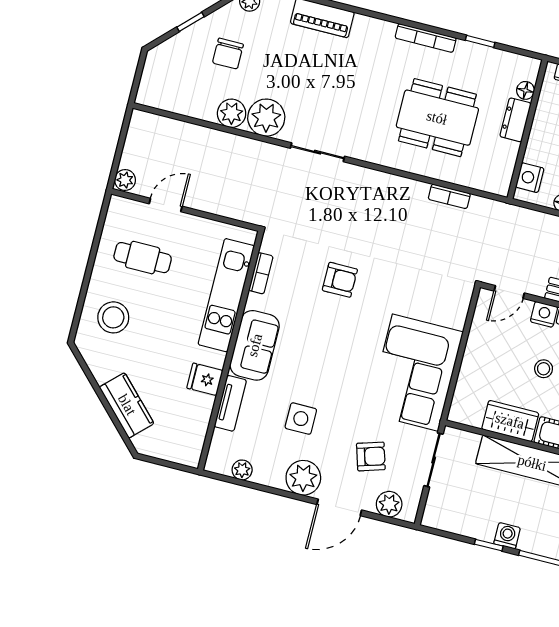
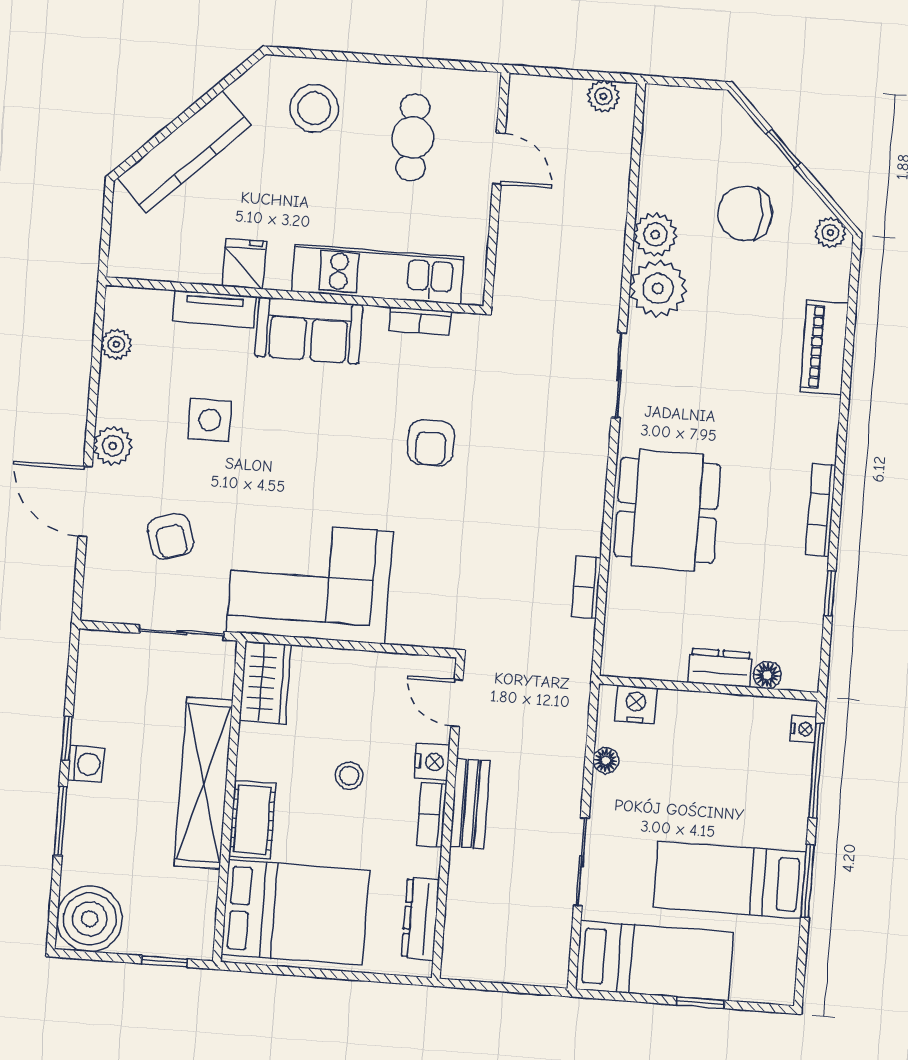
chair: (228, 54) -> (745, 213), width x1.37, depth x1.37
dining table: (437, 118) -> (667, 510), moved
plant: (125, 180) -> (603, 96), moved
kitchen counter: (127, 405) -> (184, 152), width x1.50
wardrobe: (510, 421) -> (265, 683), moved
plant: (303, 478) -> (113, 446), width x0.73, depth x0.73
plant: (389, 504) -> (103, 576), removed

